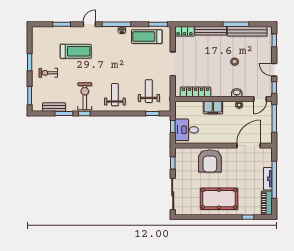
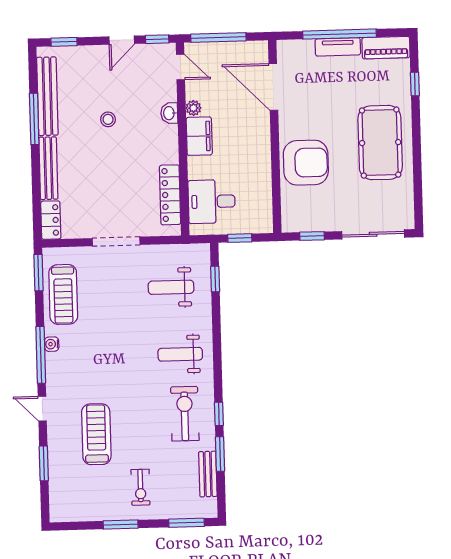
exercise bike: (85, 96) -> (185, 414), turned 90
filing cabinet: (213, 107) -> (199, 136), moved
desk: (187, 130) -> (212, 202), moved, turned 90

